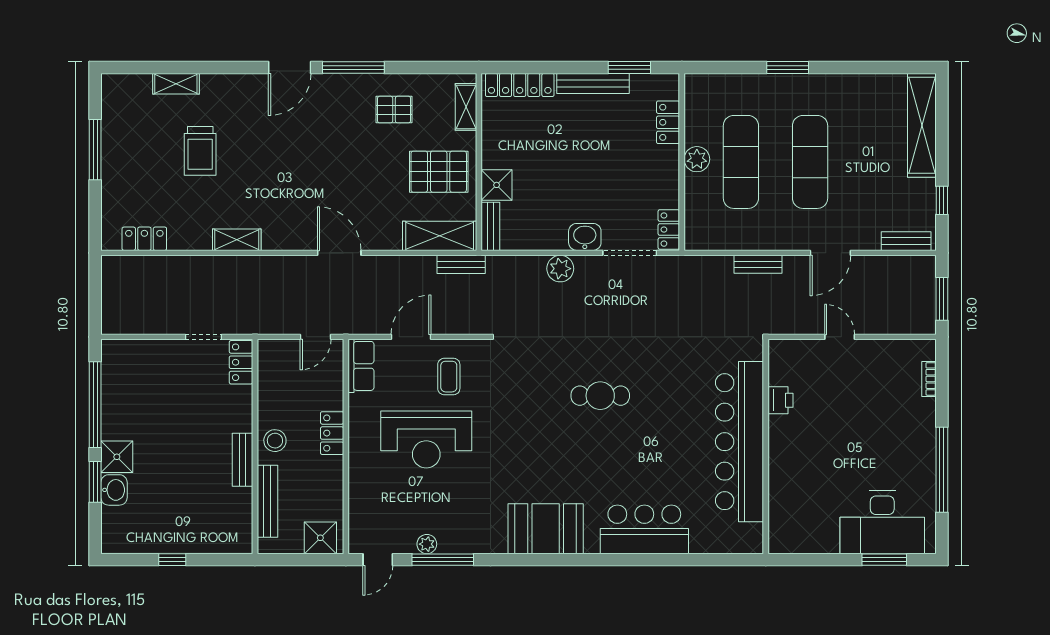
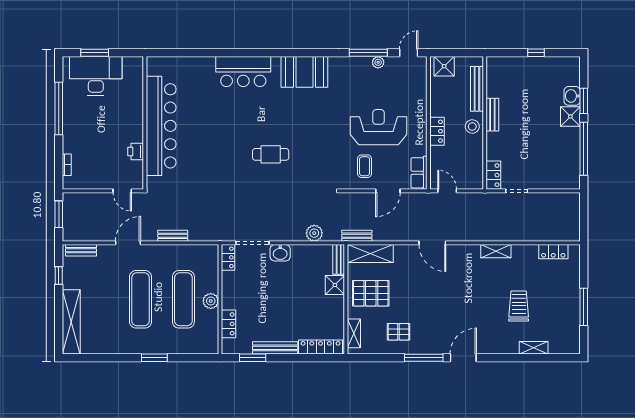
plant: (560, 269) -> (314, 233), moved
door: (316, 337) -> (447, 191), hinge flipped
printer: (781, 400) -> (136, 152), moved
bar counter: (739, 442) -> (161, 126), moved
wall: (766, 447) -> (145, 123), moved

